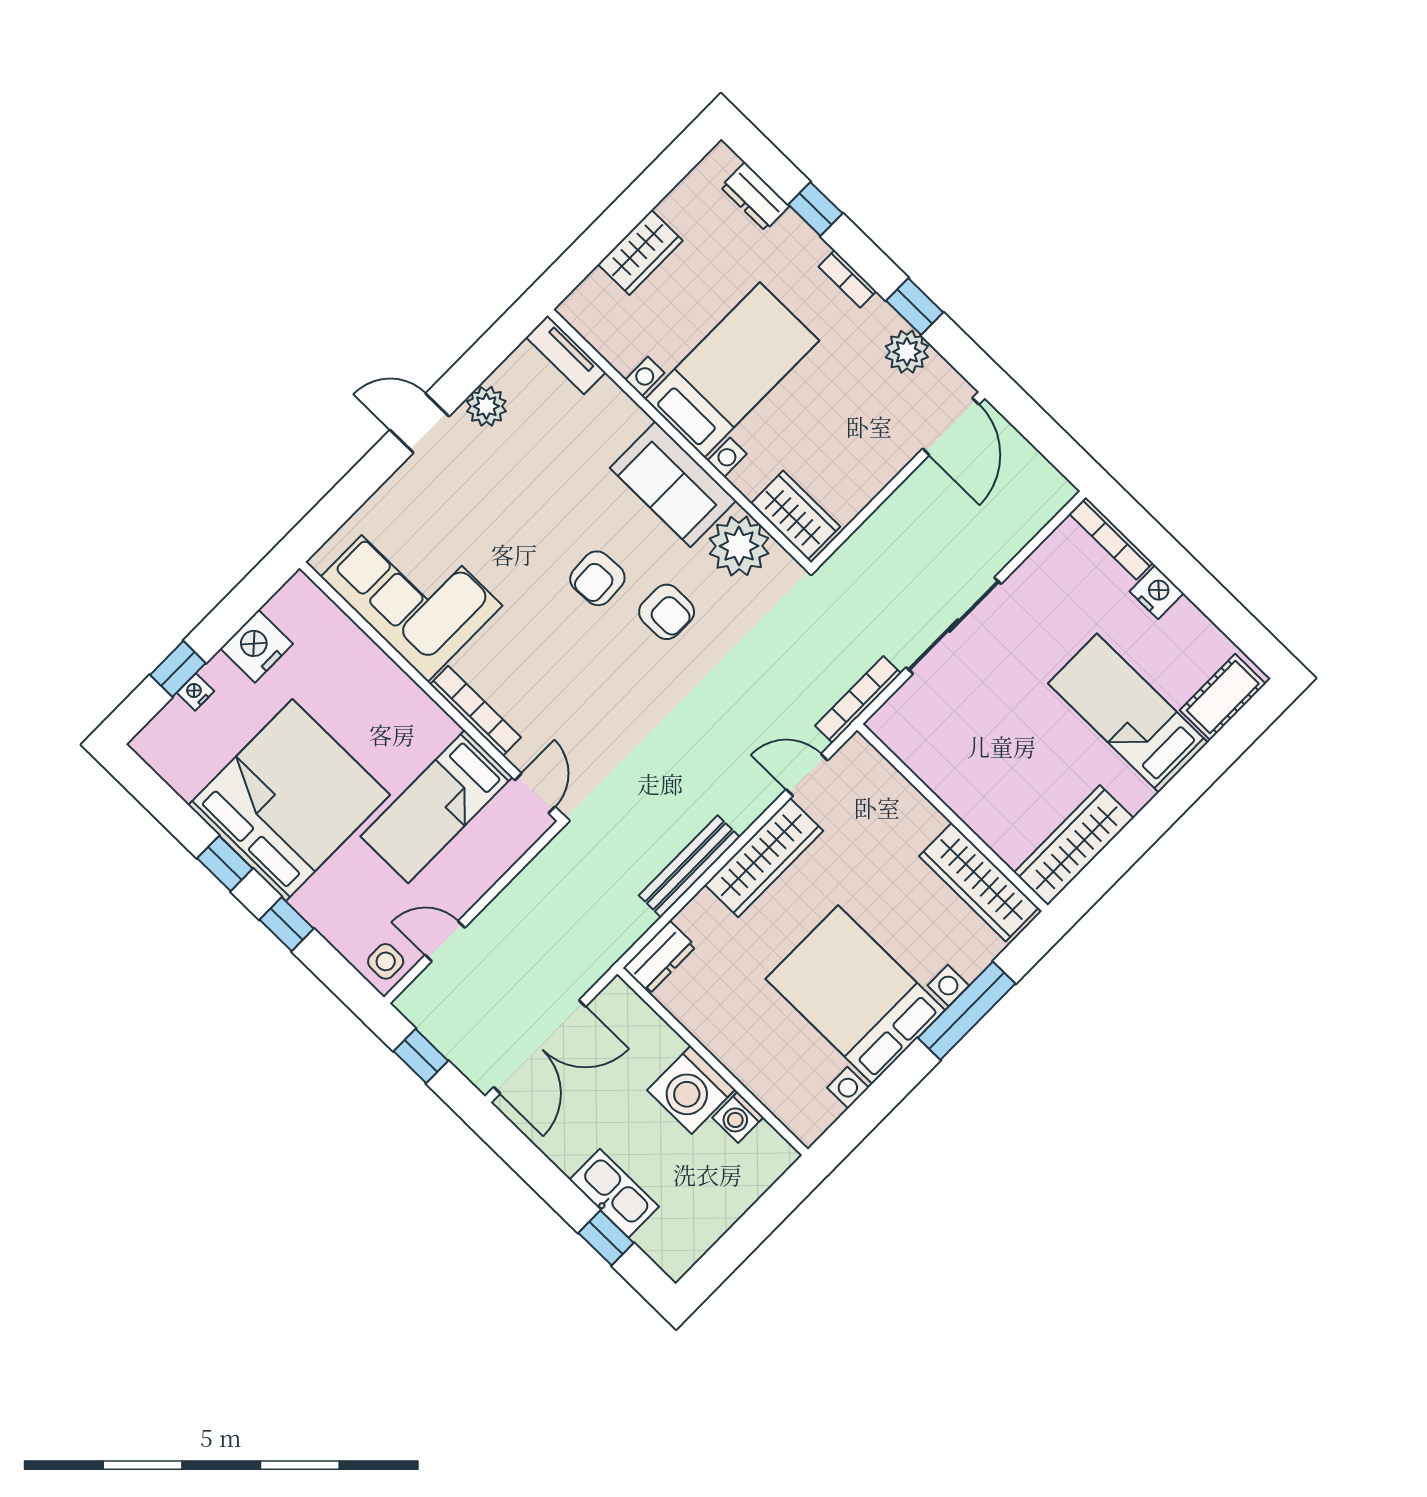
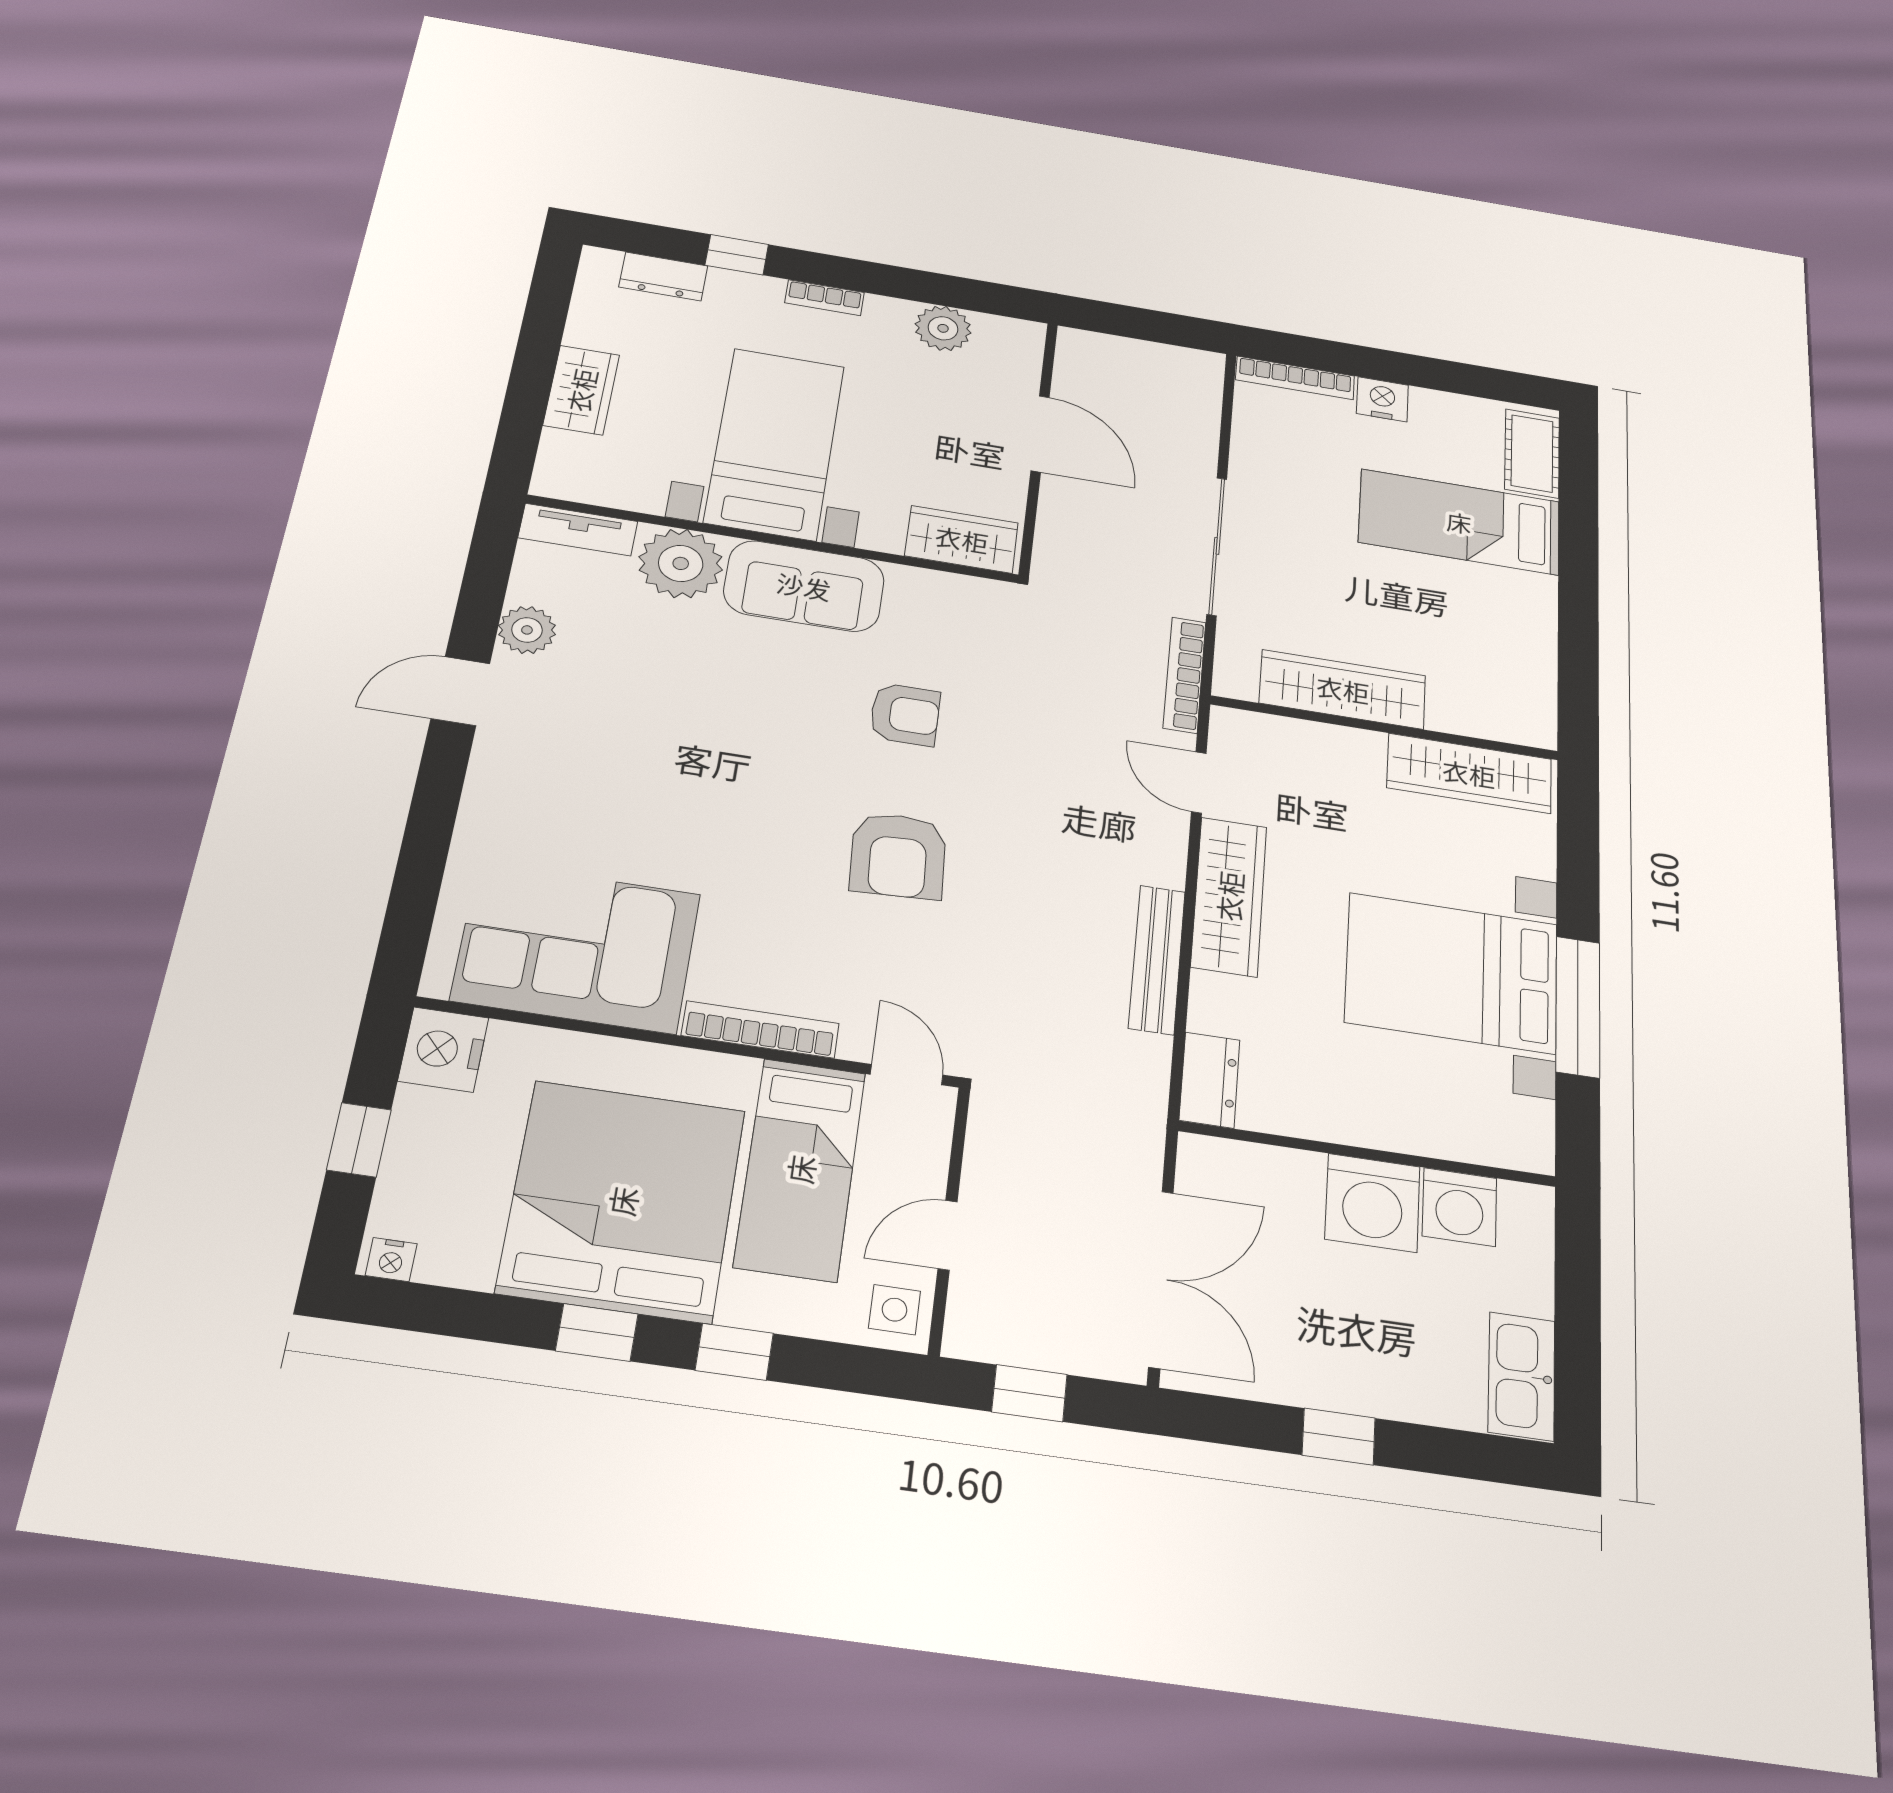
window: (915, 306) -> (915, 285), removed
door: (951, 427) -> (1040, 434), moved
plant: (739, 546) -> (681, 563), moved
armchair: (597, 578) -> (898, 856), moved, width x1.38, depth x1.38
corner sofa: (412, 591) -> (577, 947), moved
wall: (431, 691) -> (689, 1042), moved
nightstand: (195, 692) -> (391, 1260), moved, turned -90
bookcase: (475, 711) -> (760, 1030), moved
door: (807, 775) -> (1199, 782), hinge flipped
door: (535, 793) -> (907, 1075), moved
bed: (437, 807) -> (800, 1169), moved
wardrobe: (1074, 845) -> (1343, 689), moved, turned 90
window: (967, 1011) -> (1578, 1007), moved
washing machine: (738, 1117) -> (1460, 1207), width x1.38, depth x1.38
kitchen sink: (614, 1193) -> (1522, 1376), moved, turned -90
window: (606, 1238) -> (1339, 1437), moved

